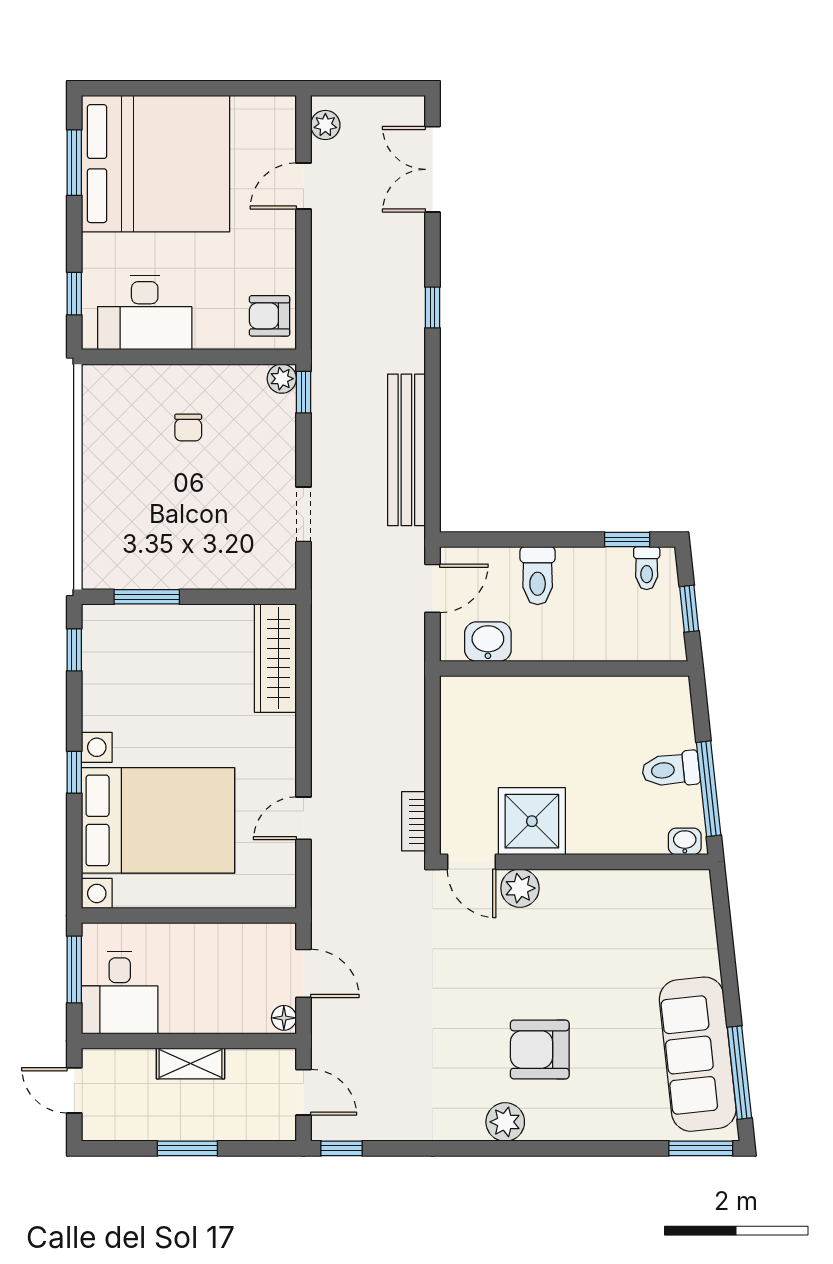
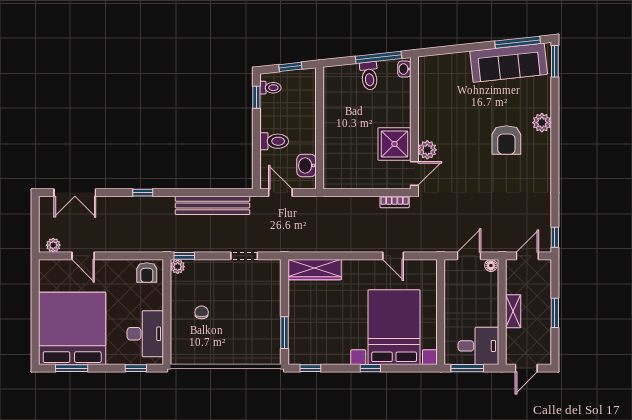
chair: (188, 428) -> (202, 312), turned -90
plant: (505, 1122) -> (542, 123), moved

